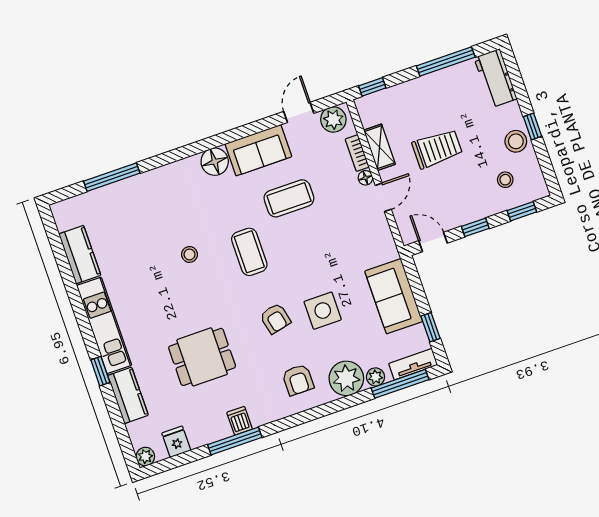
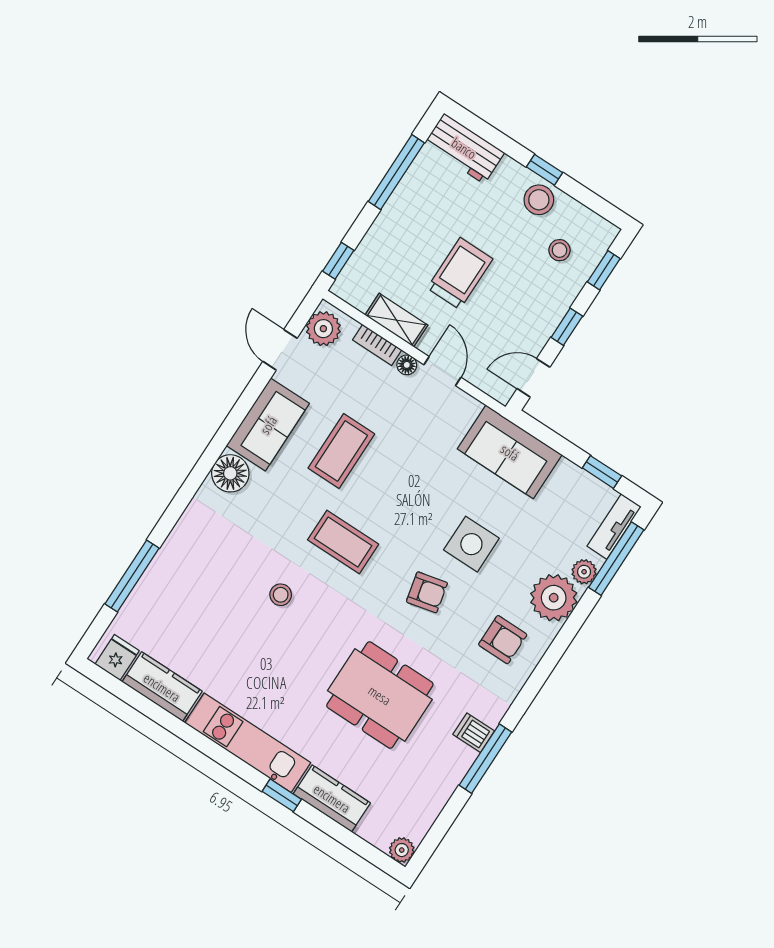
sofa: (394, 296) -> (510, 452), moved
dining table: (202, 357) -> (380, 695), width x1.38
fridge: (176, 442) -> (117, 657), moved, turned 90

